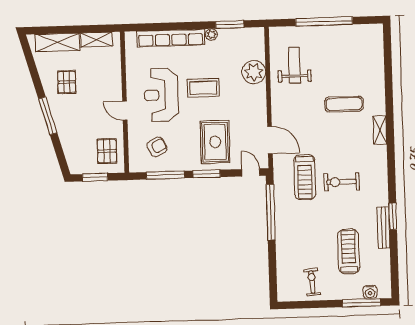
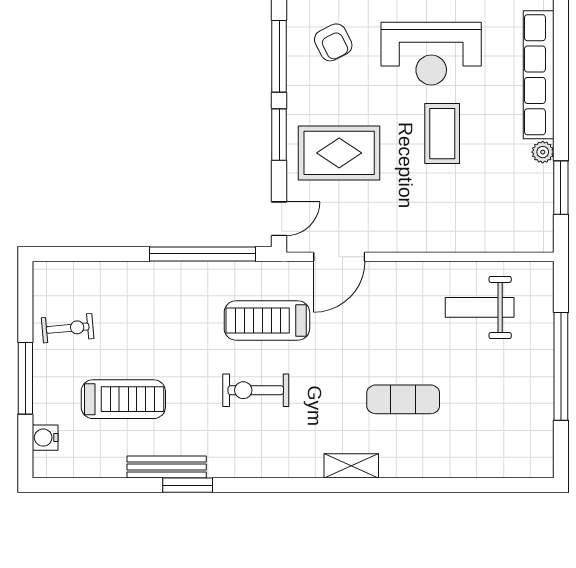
weight bench: (294, 65) -> (480, 307), turned 180
plant: (254, 72) -> (469, 230), removed
reception desk: (161, 95) -> (431, 54), turned 180
exercise mat: (344, 104) -> (403, 399), turned 90
exercise bike: (342, 182) -> (256, 390), turned -90
window: (361, 303) -> (25, 378), moved

